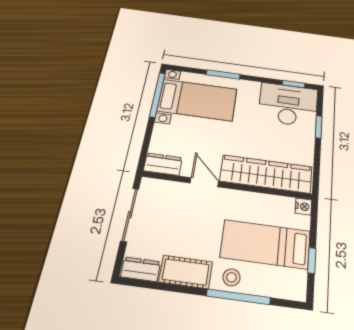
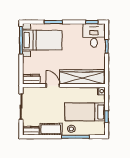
desk: (288, 105) -> (94, 35), width x0.73

